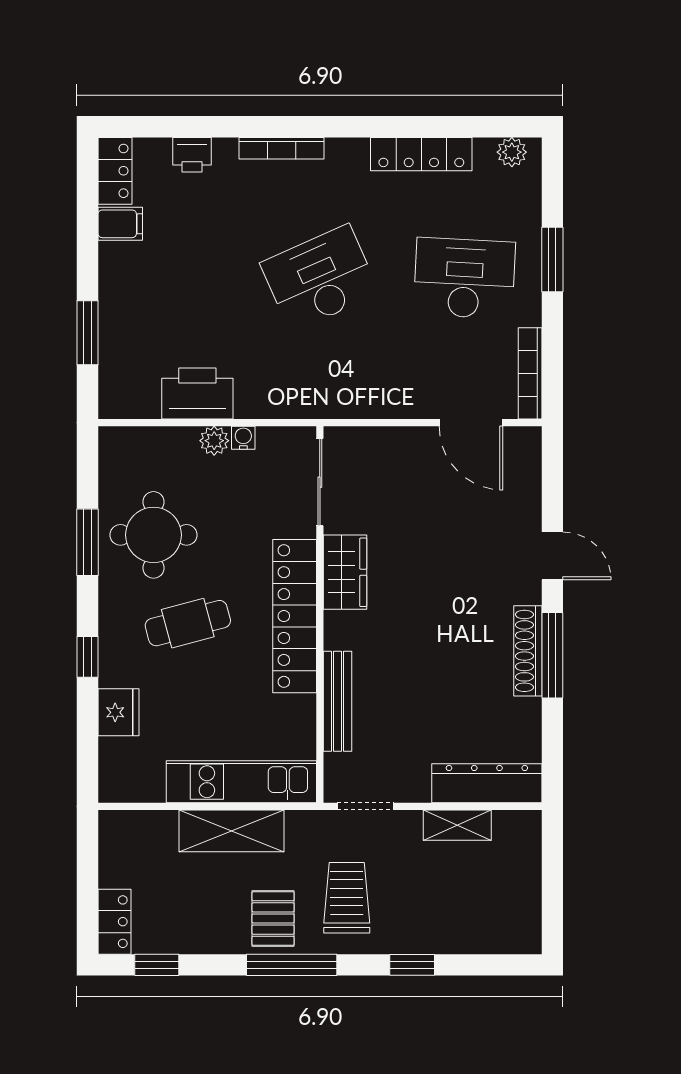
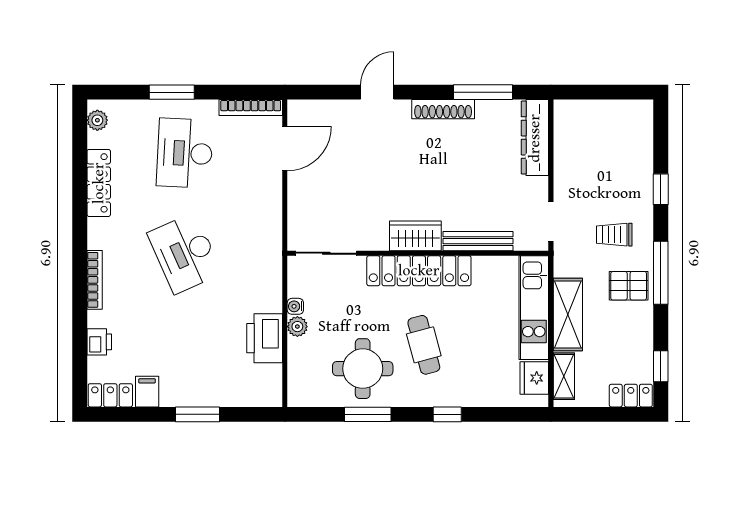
window: (88, 333) -> (197, 414), moved
wardrobe: (345, 572) -> (415, 236), moved
window: (552, 655) -> (483, 92), moved
fridge: (118, 712) -> (534, 378), moved, turned -90
shelving: (457, 825) -> (564, 376), moved
trolley: (347, 898) -> (614, 235), width x0.73, depth x0.72

